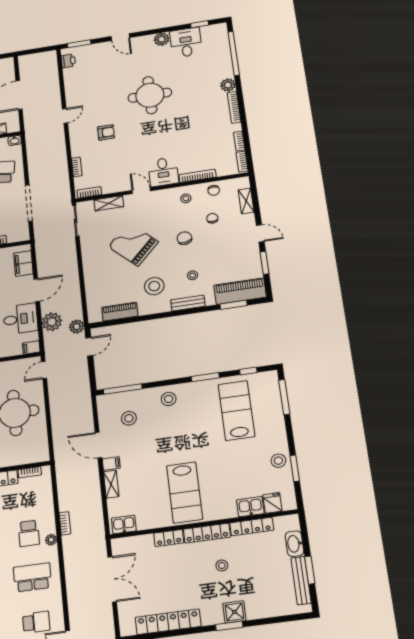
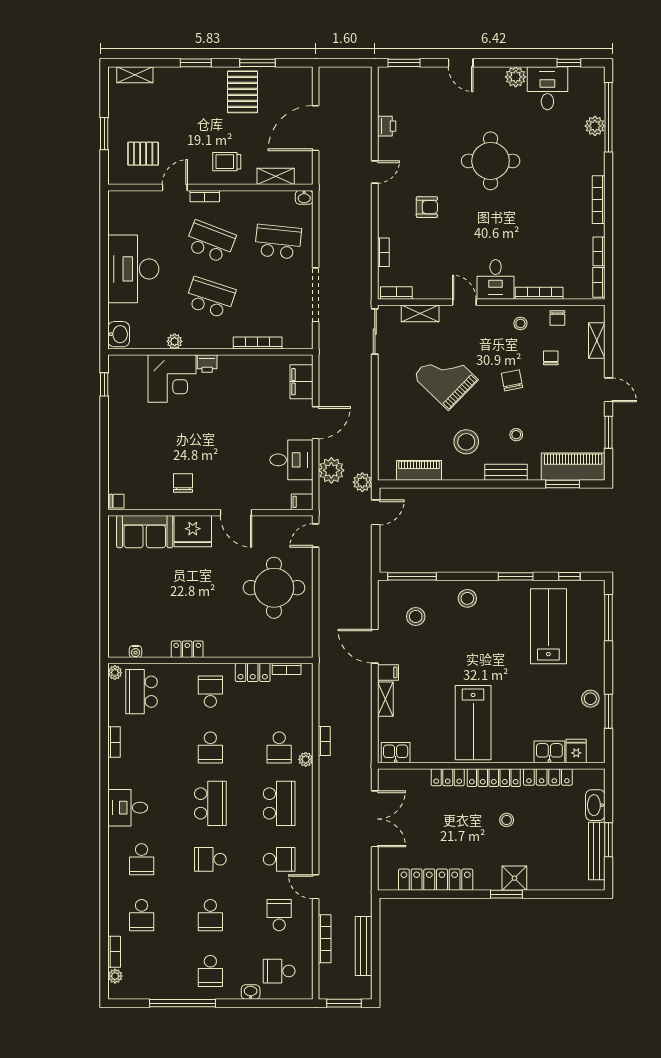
printer: (68, 61) -> (387, 126), moved
plant: (228, 85) -> (595, 126), moved
school desk: (32, 577) -> (279, 803), turned 90

